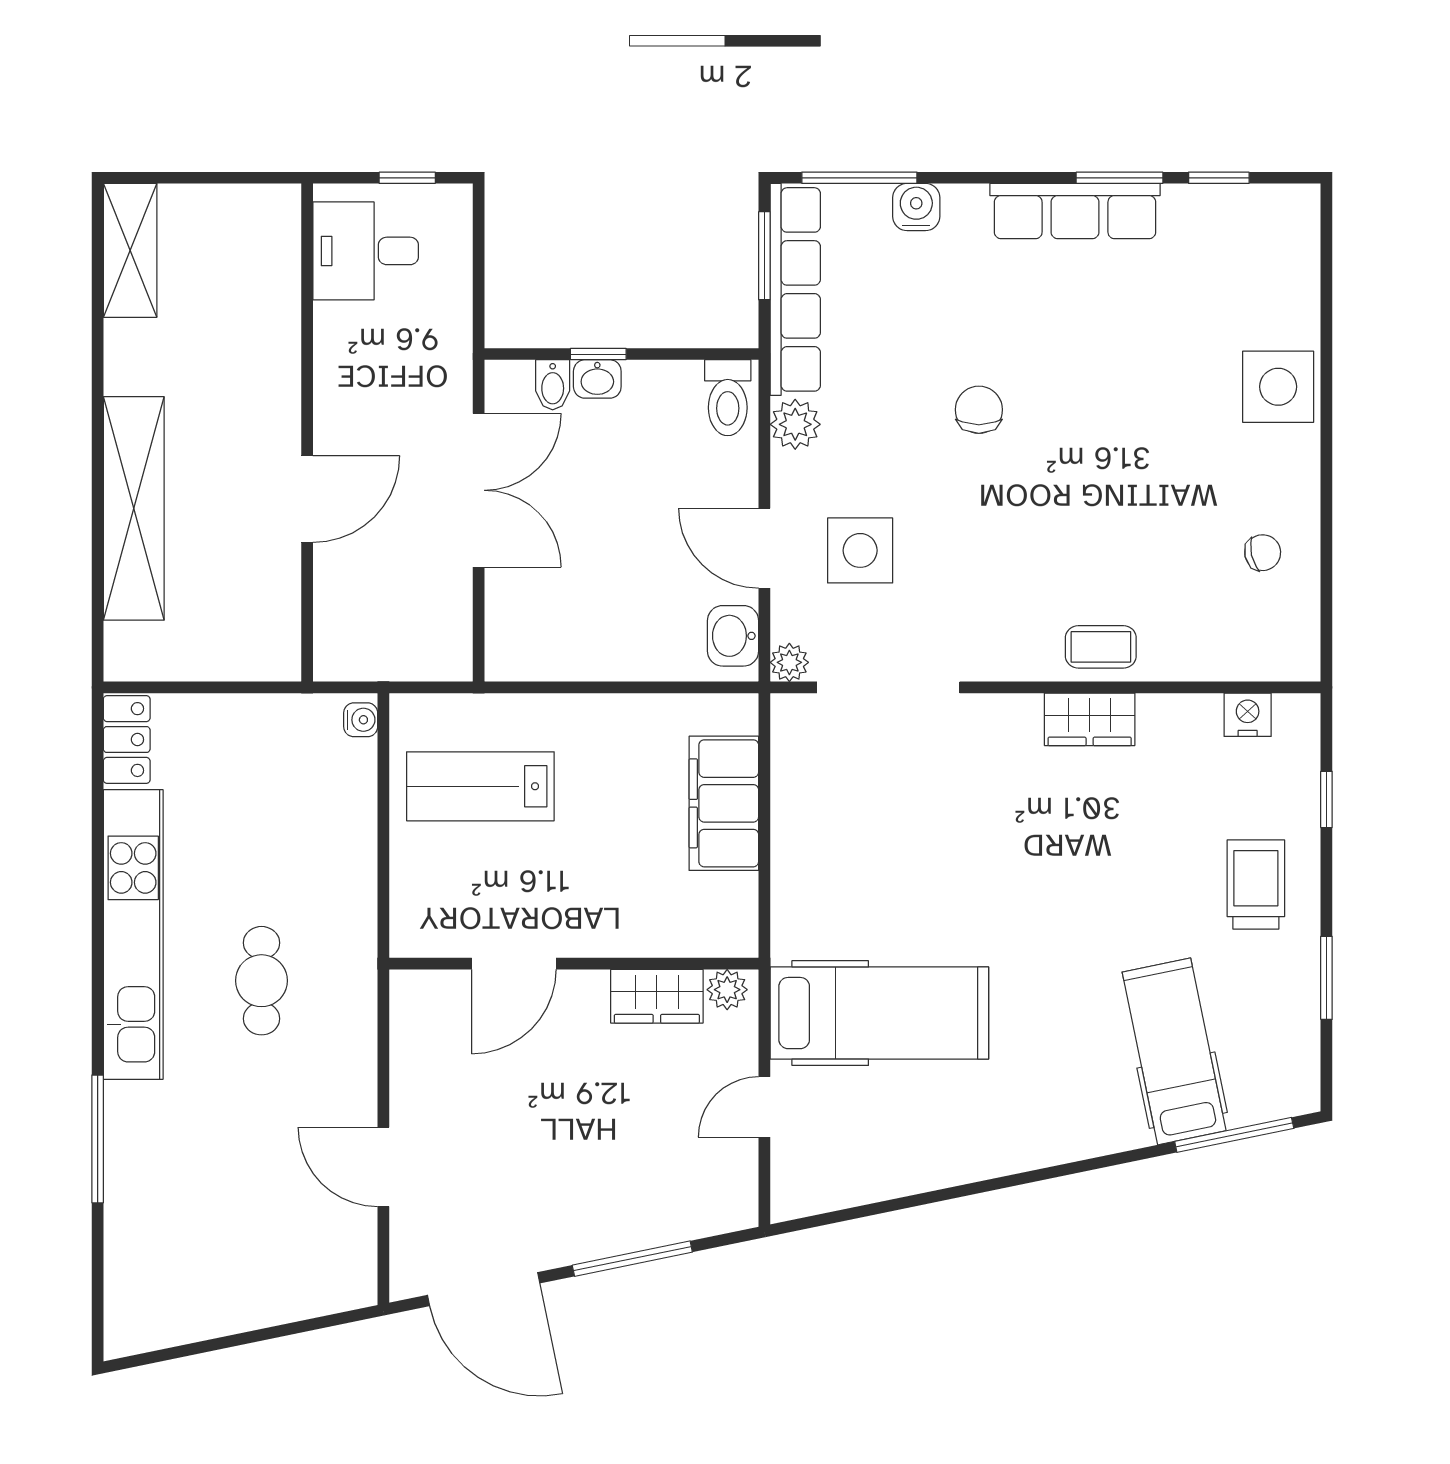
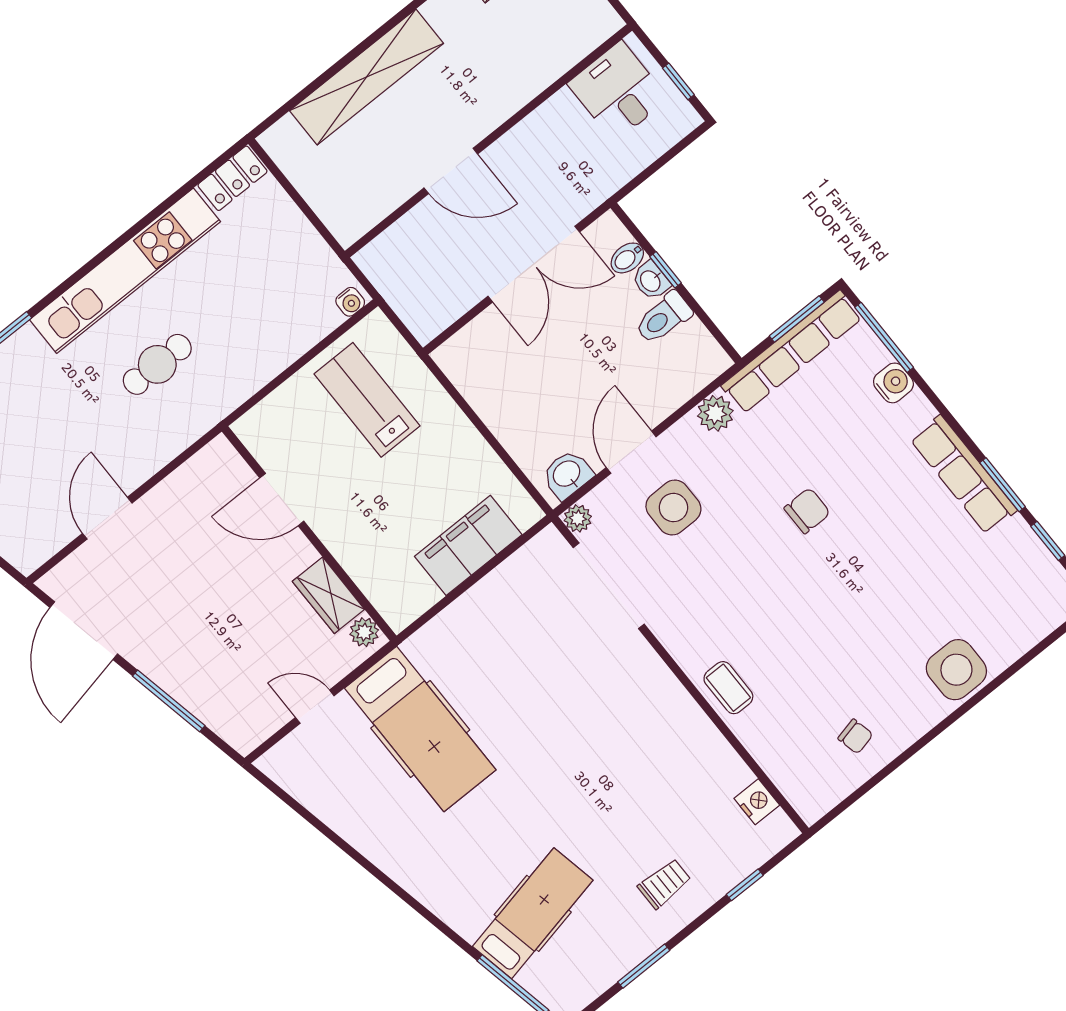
toilet: (728, 398) -> (663, 318), moved
wardrobe: (1090, 719) -> (682, 714), removed
trolley: (1256, 884) -> (664, 884), width x0.73, depth x0.72

